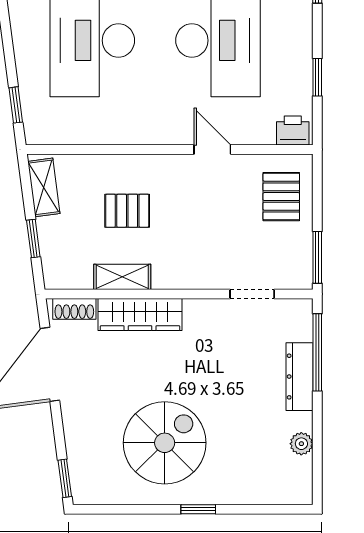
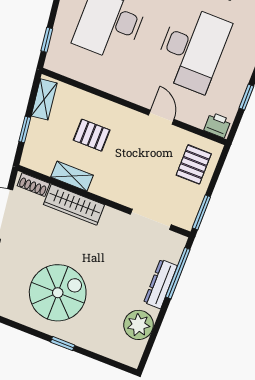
doorway: (252, 294) -> (151, 219), width x1.38
plant: (301, 444) -> (139, 325), width x1.87, depth x1.87

